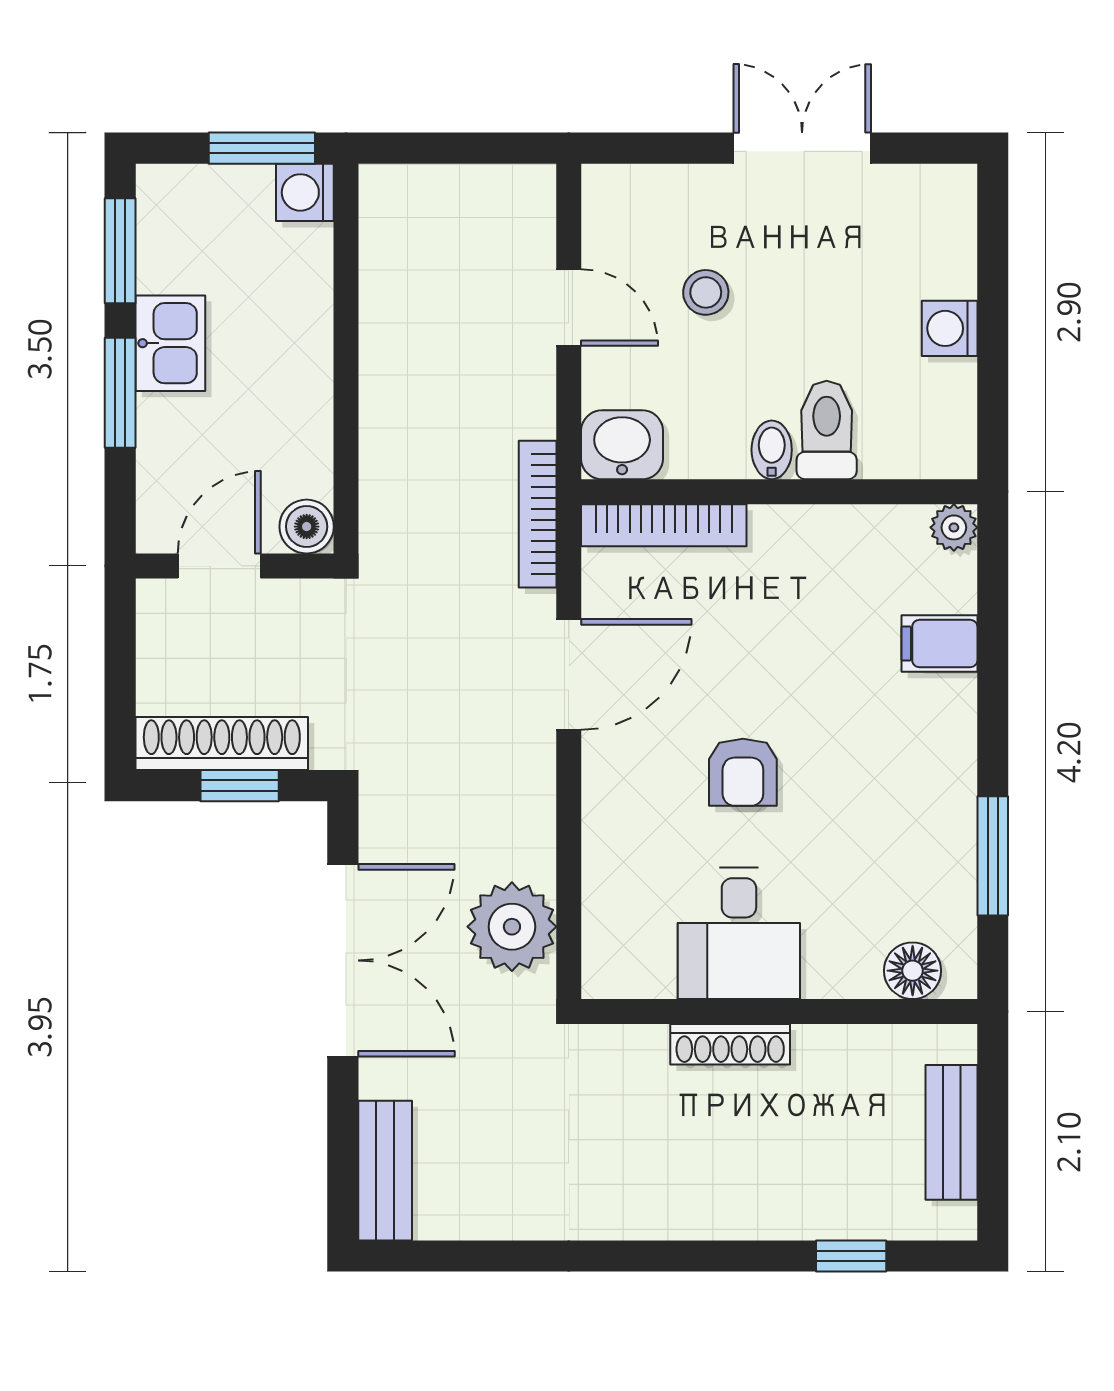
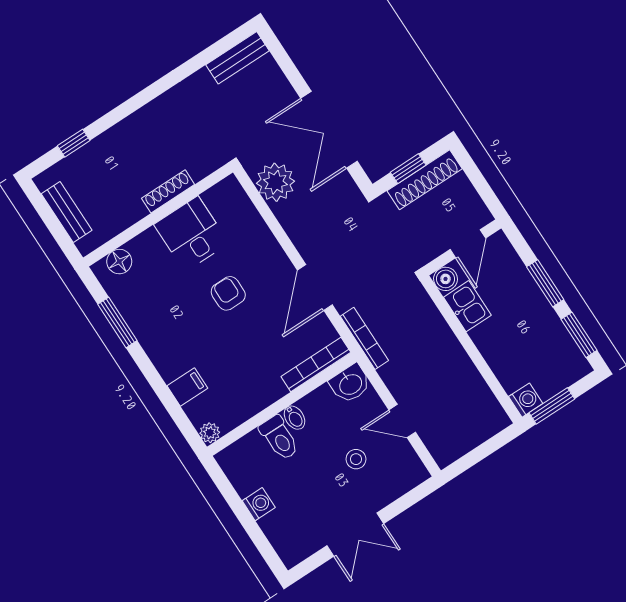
kitchen sink: (170, 343) -> (467, 306), moved, turned 180
bench: (385, 1171) -> (238, 58), moved, turned 90

